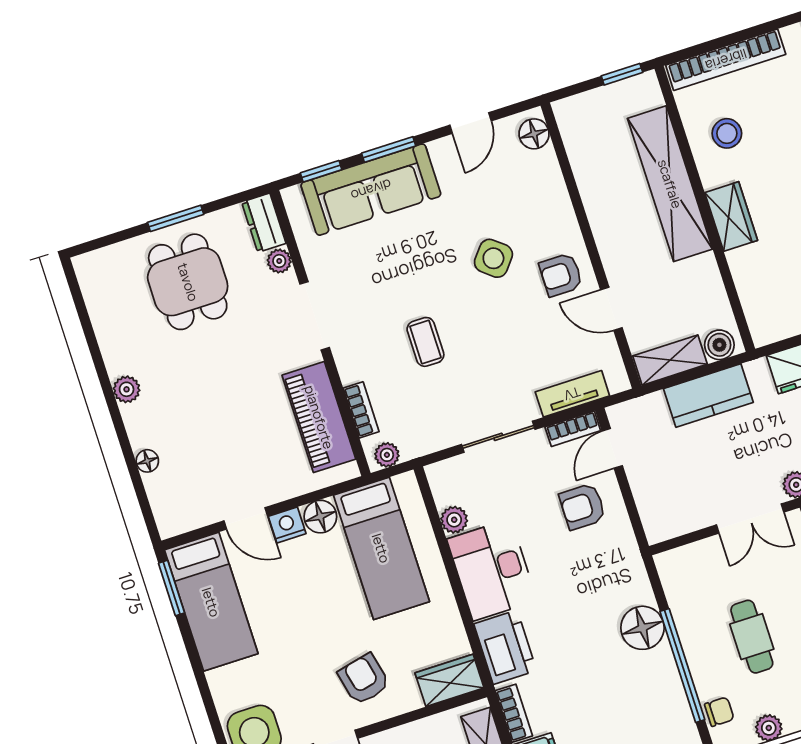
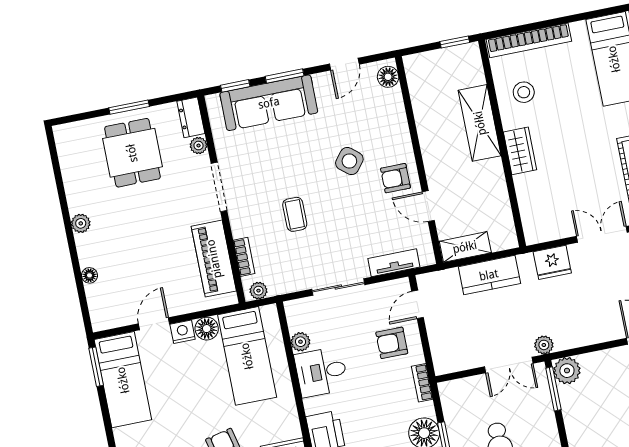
shelving: (670, 184) -> (480, 123), width x0.68
boiler: (719, 345) -> (501, 240), removed
bookcase: (573, 429) -> (422, 383), moved, turned 90
door: (246, 518) -> (154, 324), swing flipped
desk: (492, 570) -> (321, 372), width x0.73

